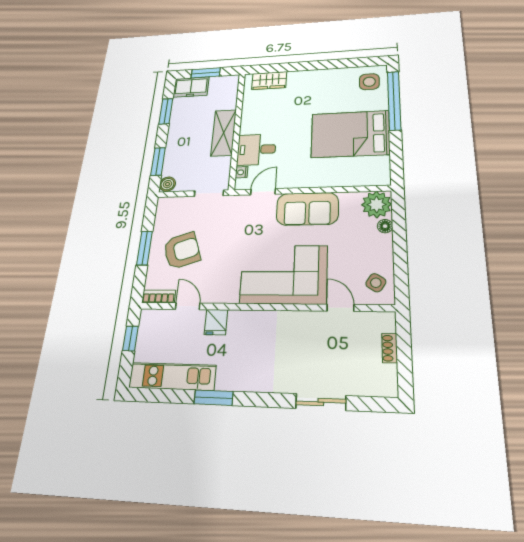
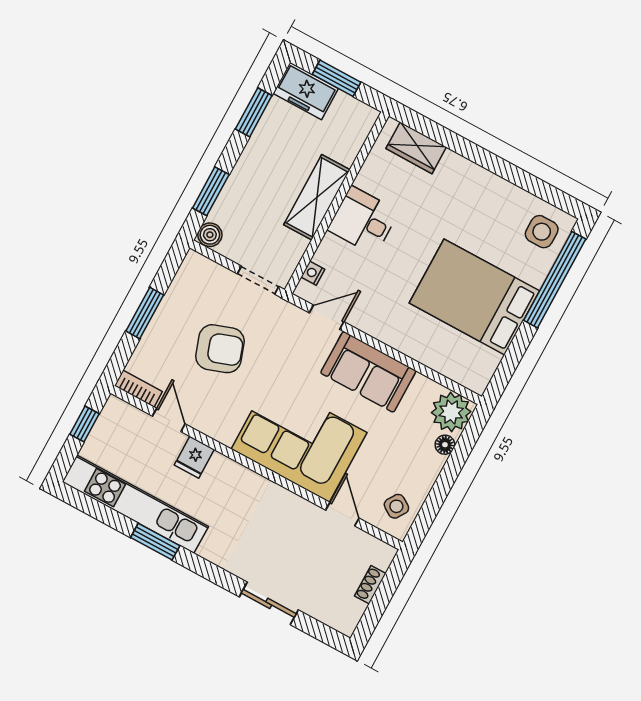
desk: (256, 149) -> (363, 221), moved
armchair: (182, 251) -> (220, 349), moved
kitchen unit: (172, 376) -> (135, 504), width x1.36

